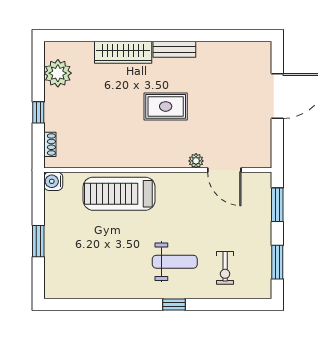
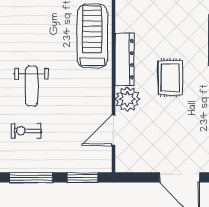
dresser: (145, 158) -> (124, 59), added
plant: (196, 161) -> (127, 99), width x1.88, depth x1.88
window: (277, 262) -> (31, 177), width x1.44

